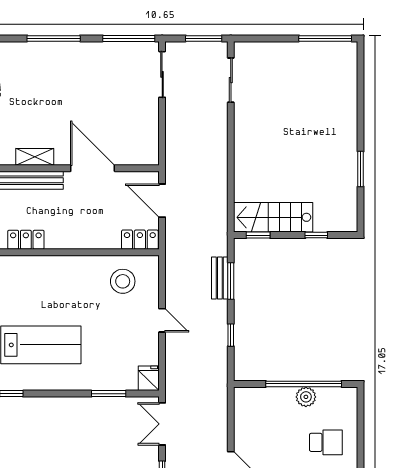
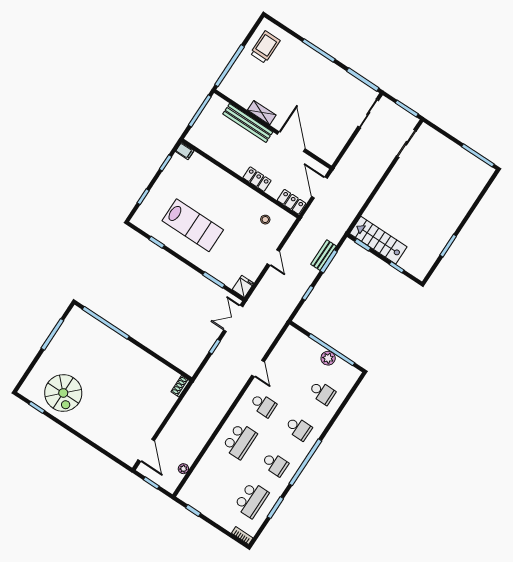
locker: (26, 240) -> (257, 179), moved
stool: (123, 281) -> (265, 220), width x0.53, depth x0.53

